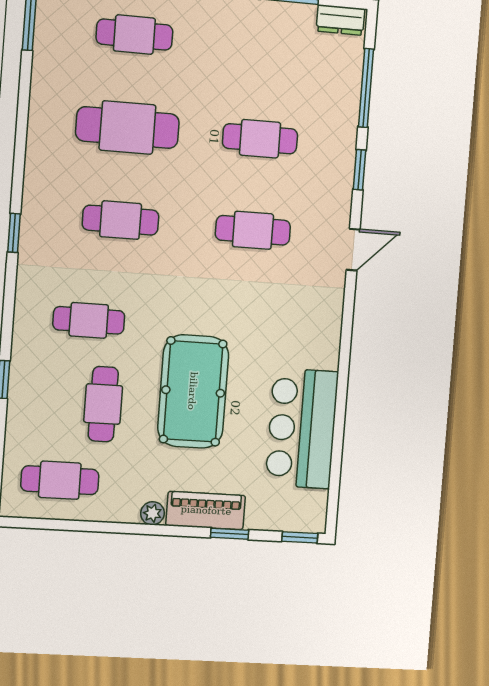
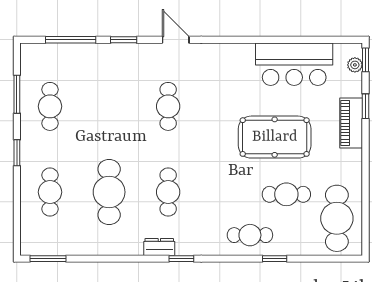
dresser: (341, 20) -> (159, 247), moved, turned -90
cafe table: (260, 139) -> (50, 106), moved
cafe table: (89, 320) -> (250, 235), moved, turned 90
cafe table: (60, 480) -> (337, 218), width x1.37, depth x1.35
plant: (152, 513) -> (355, 65), moved

